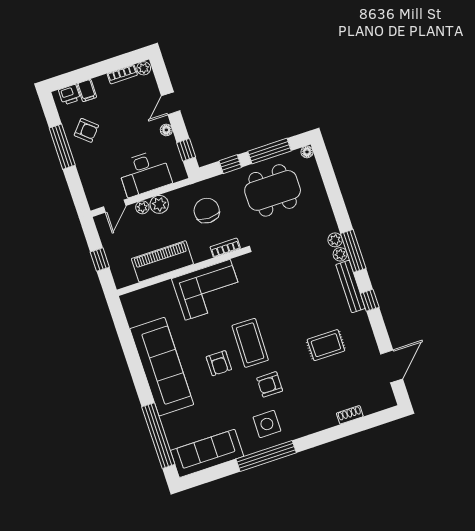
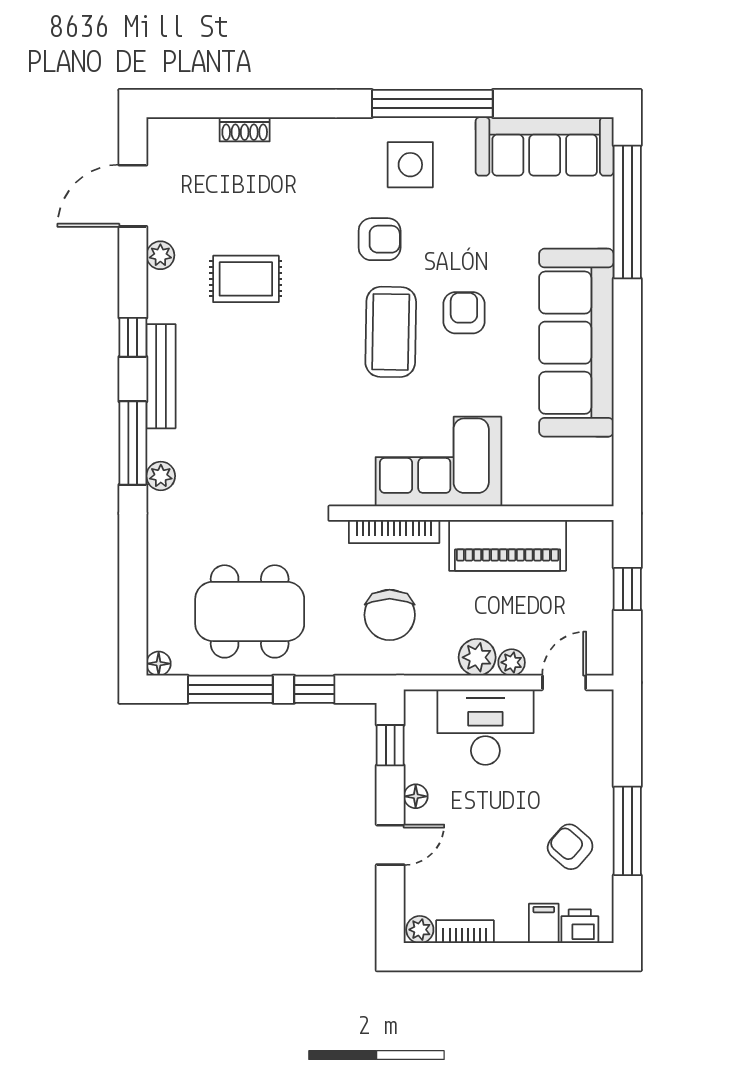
bookcase: (225, 248) -> (394, 532), width x1.56
plant: (340, 254) -> (160, 255), moved

